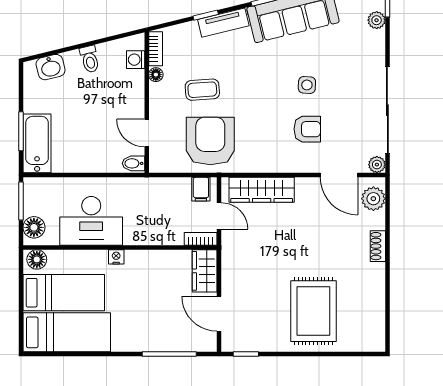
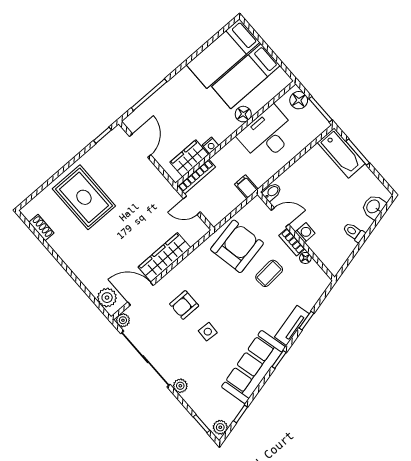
plant: (377, 20) -> (180, 386), moved
bookcase: (156, 49) -> (292, 242), moved
washing machine: (136, 60) -> (305, 233), moved
armchair: (210, 141) -> (237, 246), turned -101
filing cabinet: (201, 189) -> (246, 187), moved
wardrobe: (262, 190) -> (164, 257), moved
bookcase: (201, 239) -> (197, 177), width x1.56
shoe rack: (378, 246) -> (41, 228), moved
nightstand: (116, 257) -> (210, 145), moved
floor lamp: (37, 259) -> (243, 114), moved
wardrobe: (205, 271) -> (189, 158), moved, turned -90
door: (219, 314) -> (140, 146), hinge flipped

